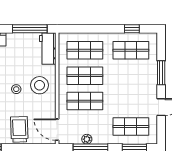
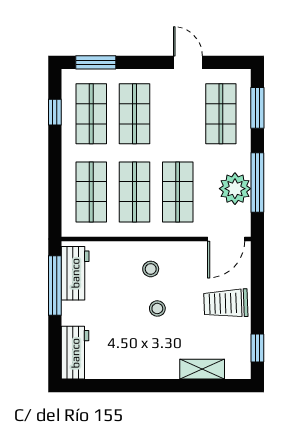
workbench: (48, 49) -> (75, 273), moved, turned -90
window: (161, 73) -> (96, 62), moved
shop shelf: (131, 76) -> (134, 114), added
stool: (39, 85) -> (151, 269), width x0.53, depth x0.53
plant: (87, 139) -> (235, 189), width x1.88, depth x1.88

